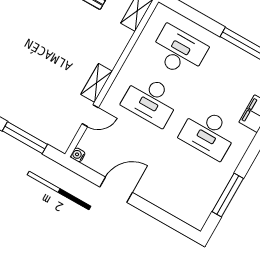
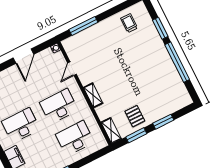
desk: (179, 51) -> (75, 138), turned 180
shelving: (97, 83) -> (93, 95), moved

